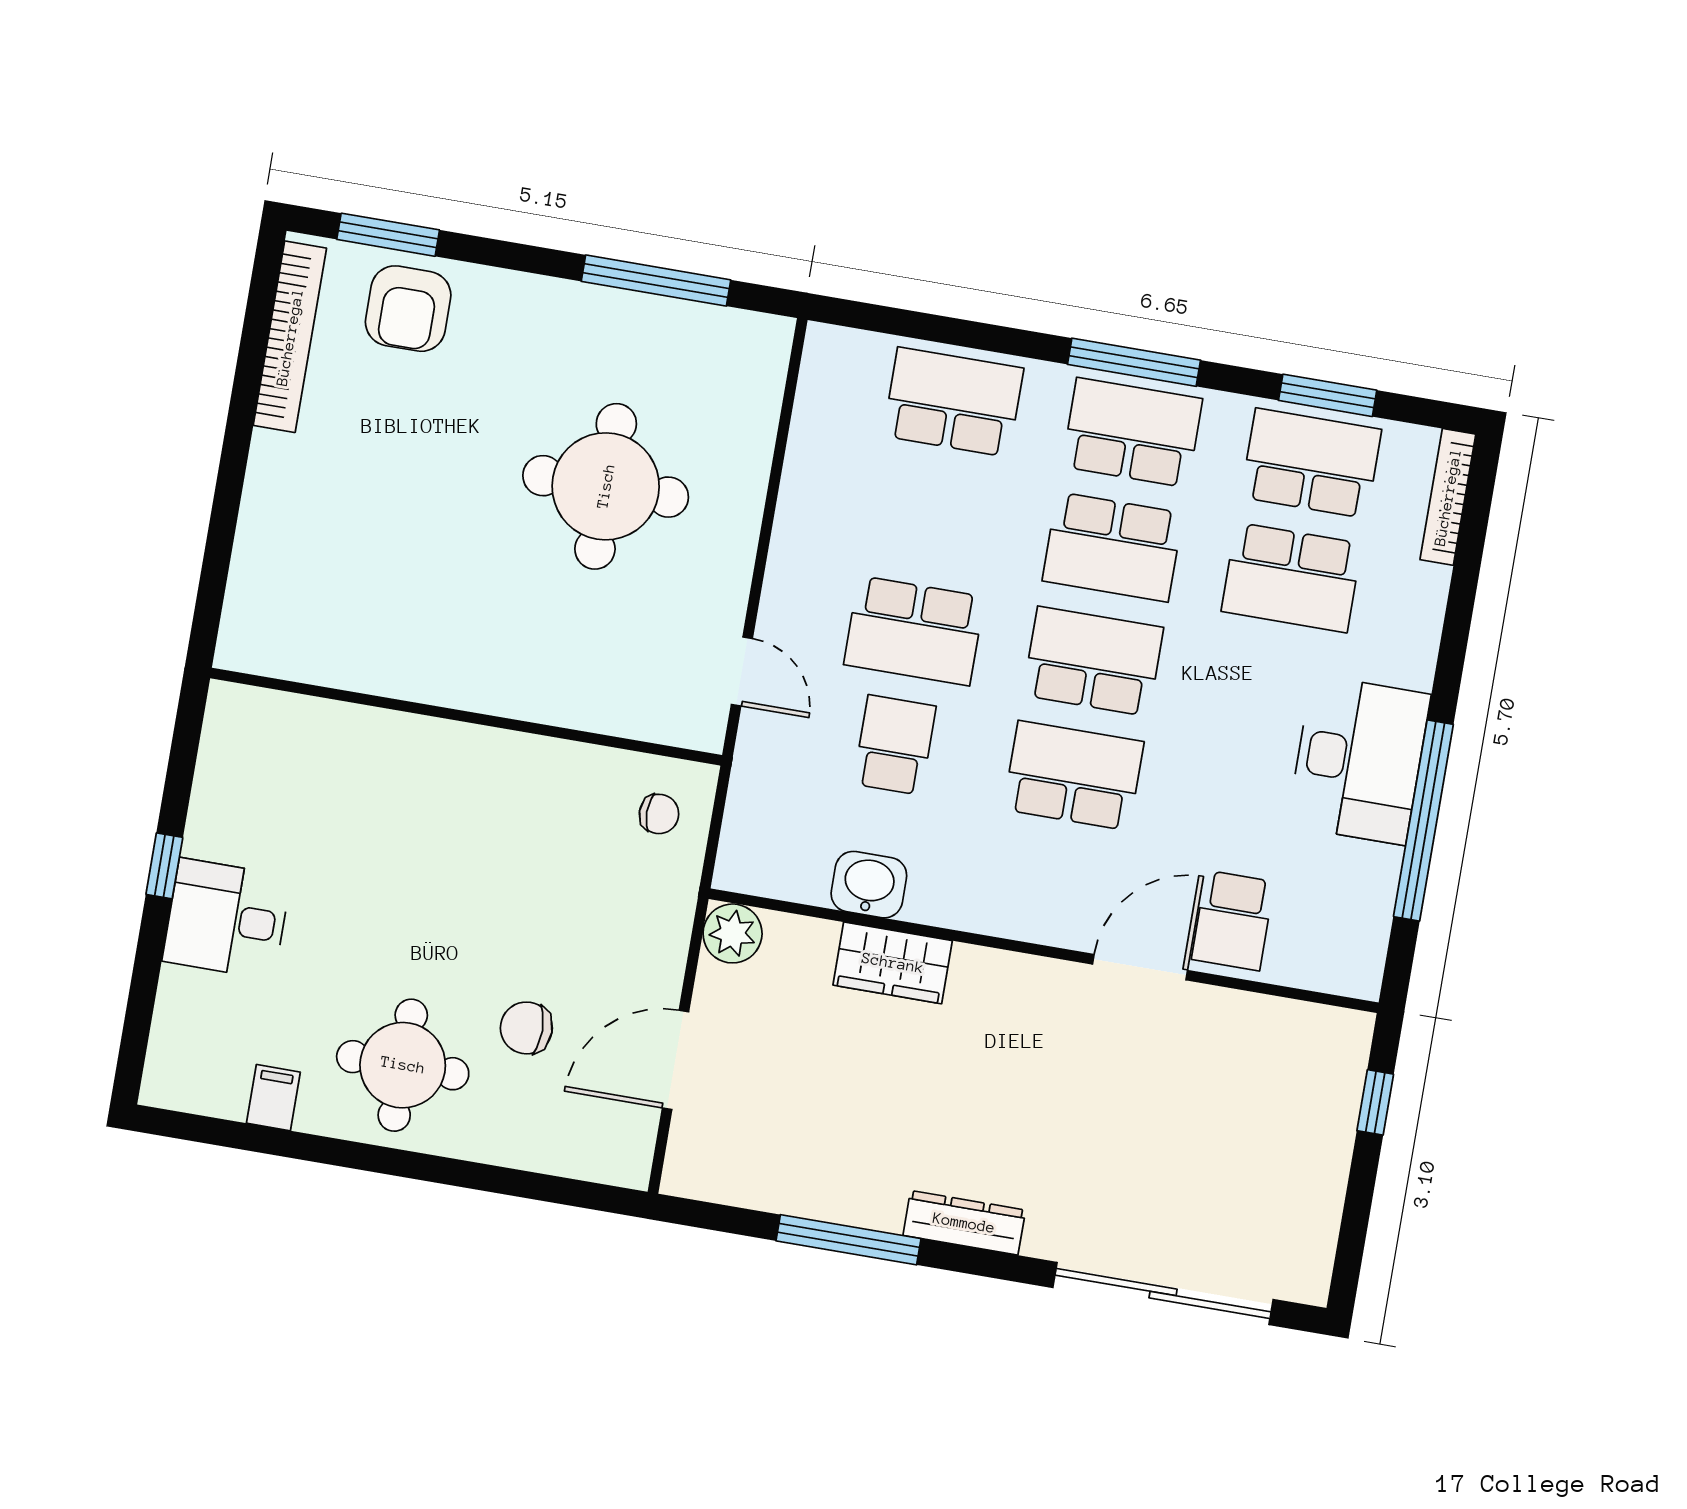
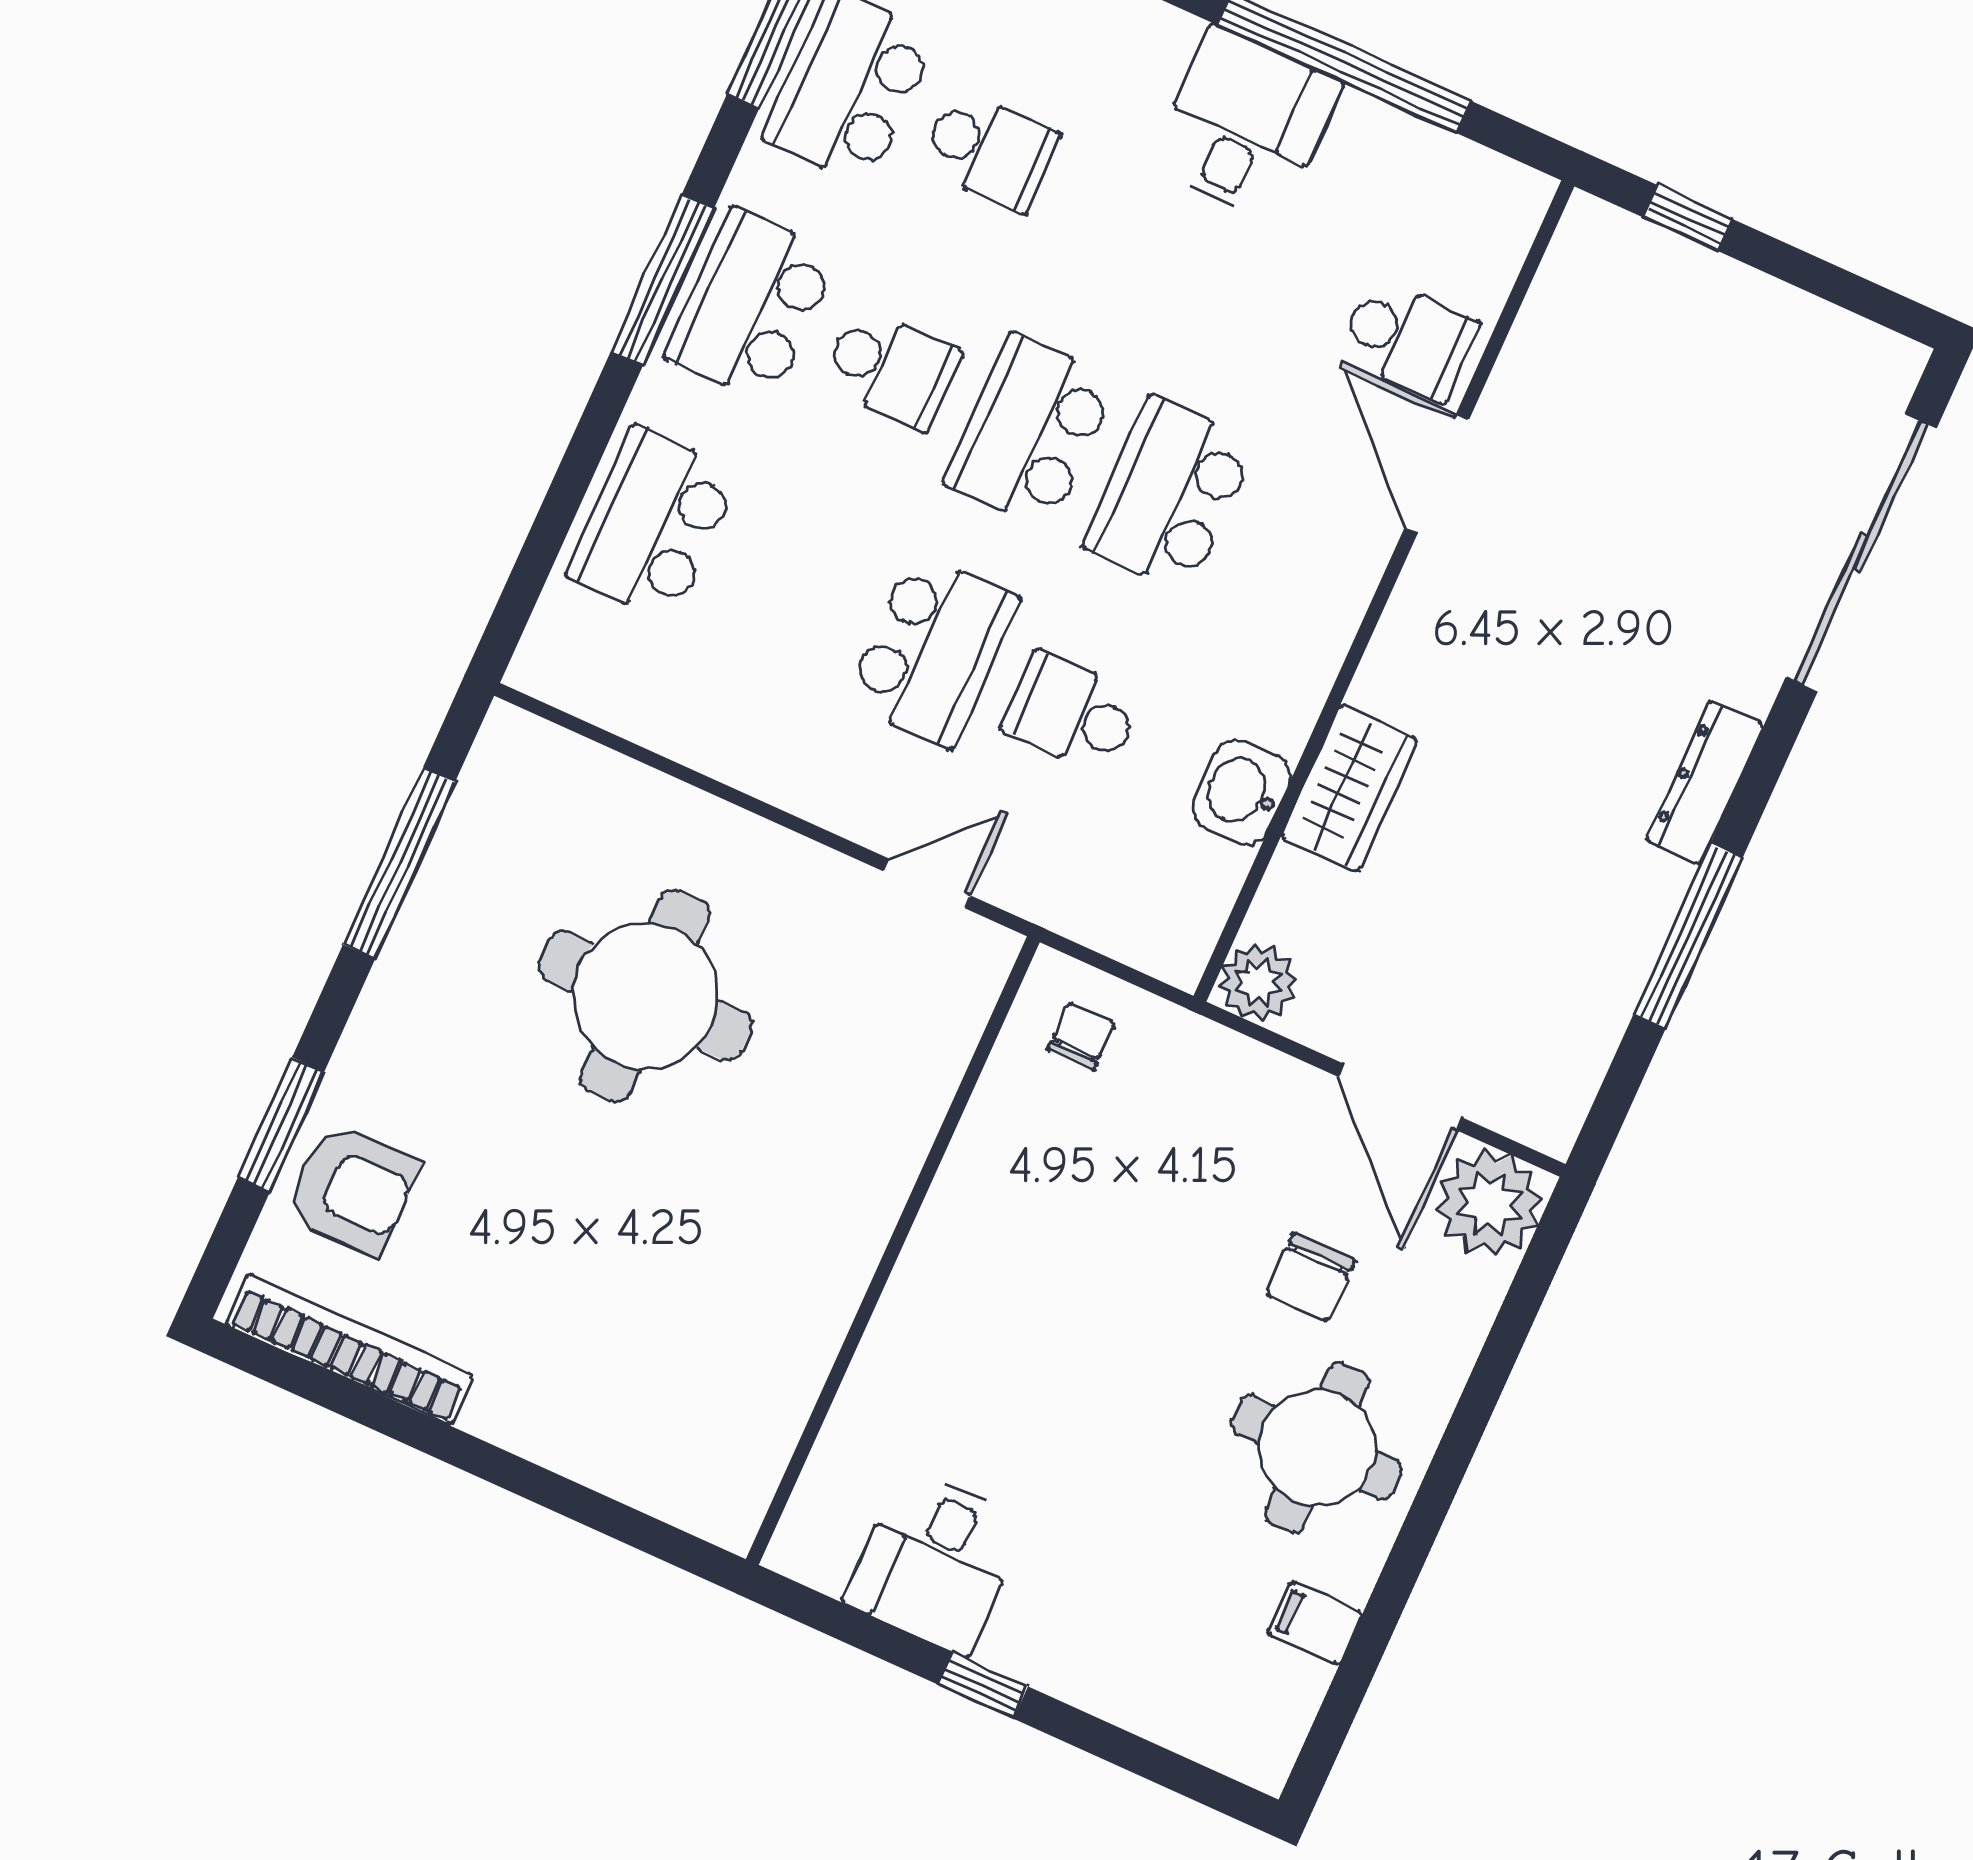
window: (388, 235) -> (281, 1125), moved
school desk: (1113, 547) -> (891, 369), width x0.54
school desk: (1292, 578) -> (990, 150), width x0.54
desk: (1359, 760) -> (1245, 125), width x0.73
desk: (227, 919) -> (935, 1562), moved
plant: (615, 1145) -> (1490, 1204), added

